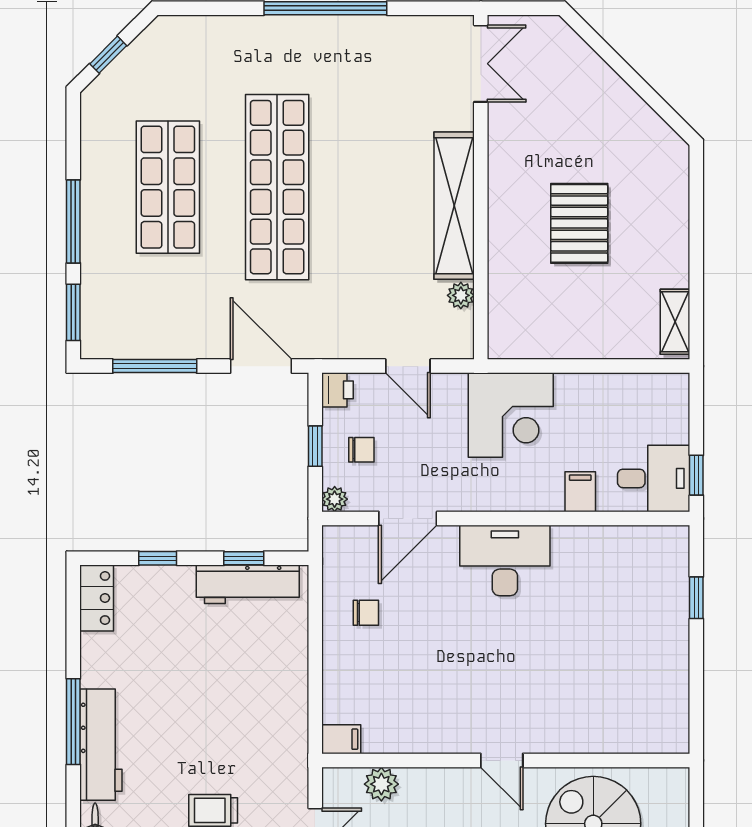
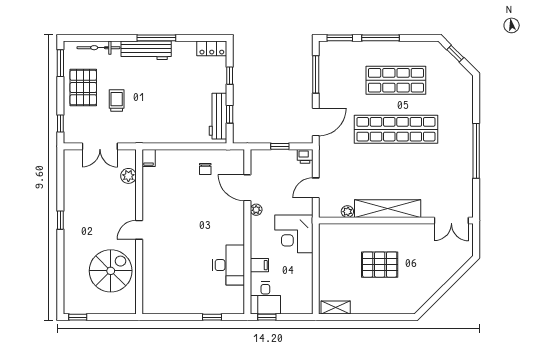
chair: (361, 450) -> (278, 167), removed
plant: (335, 499) -> (256, 210), moved
desk: (505, 560) -> (229, 265), moved

